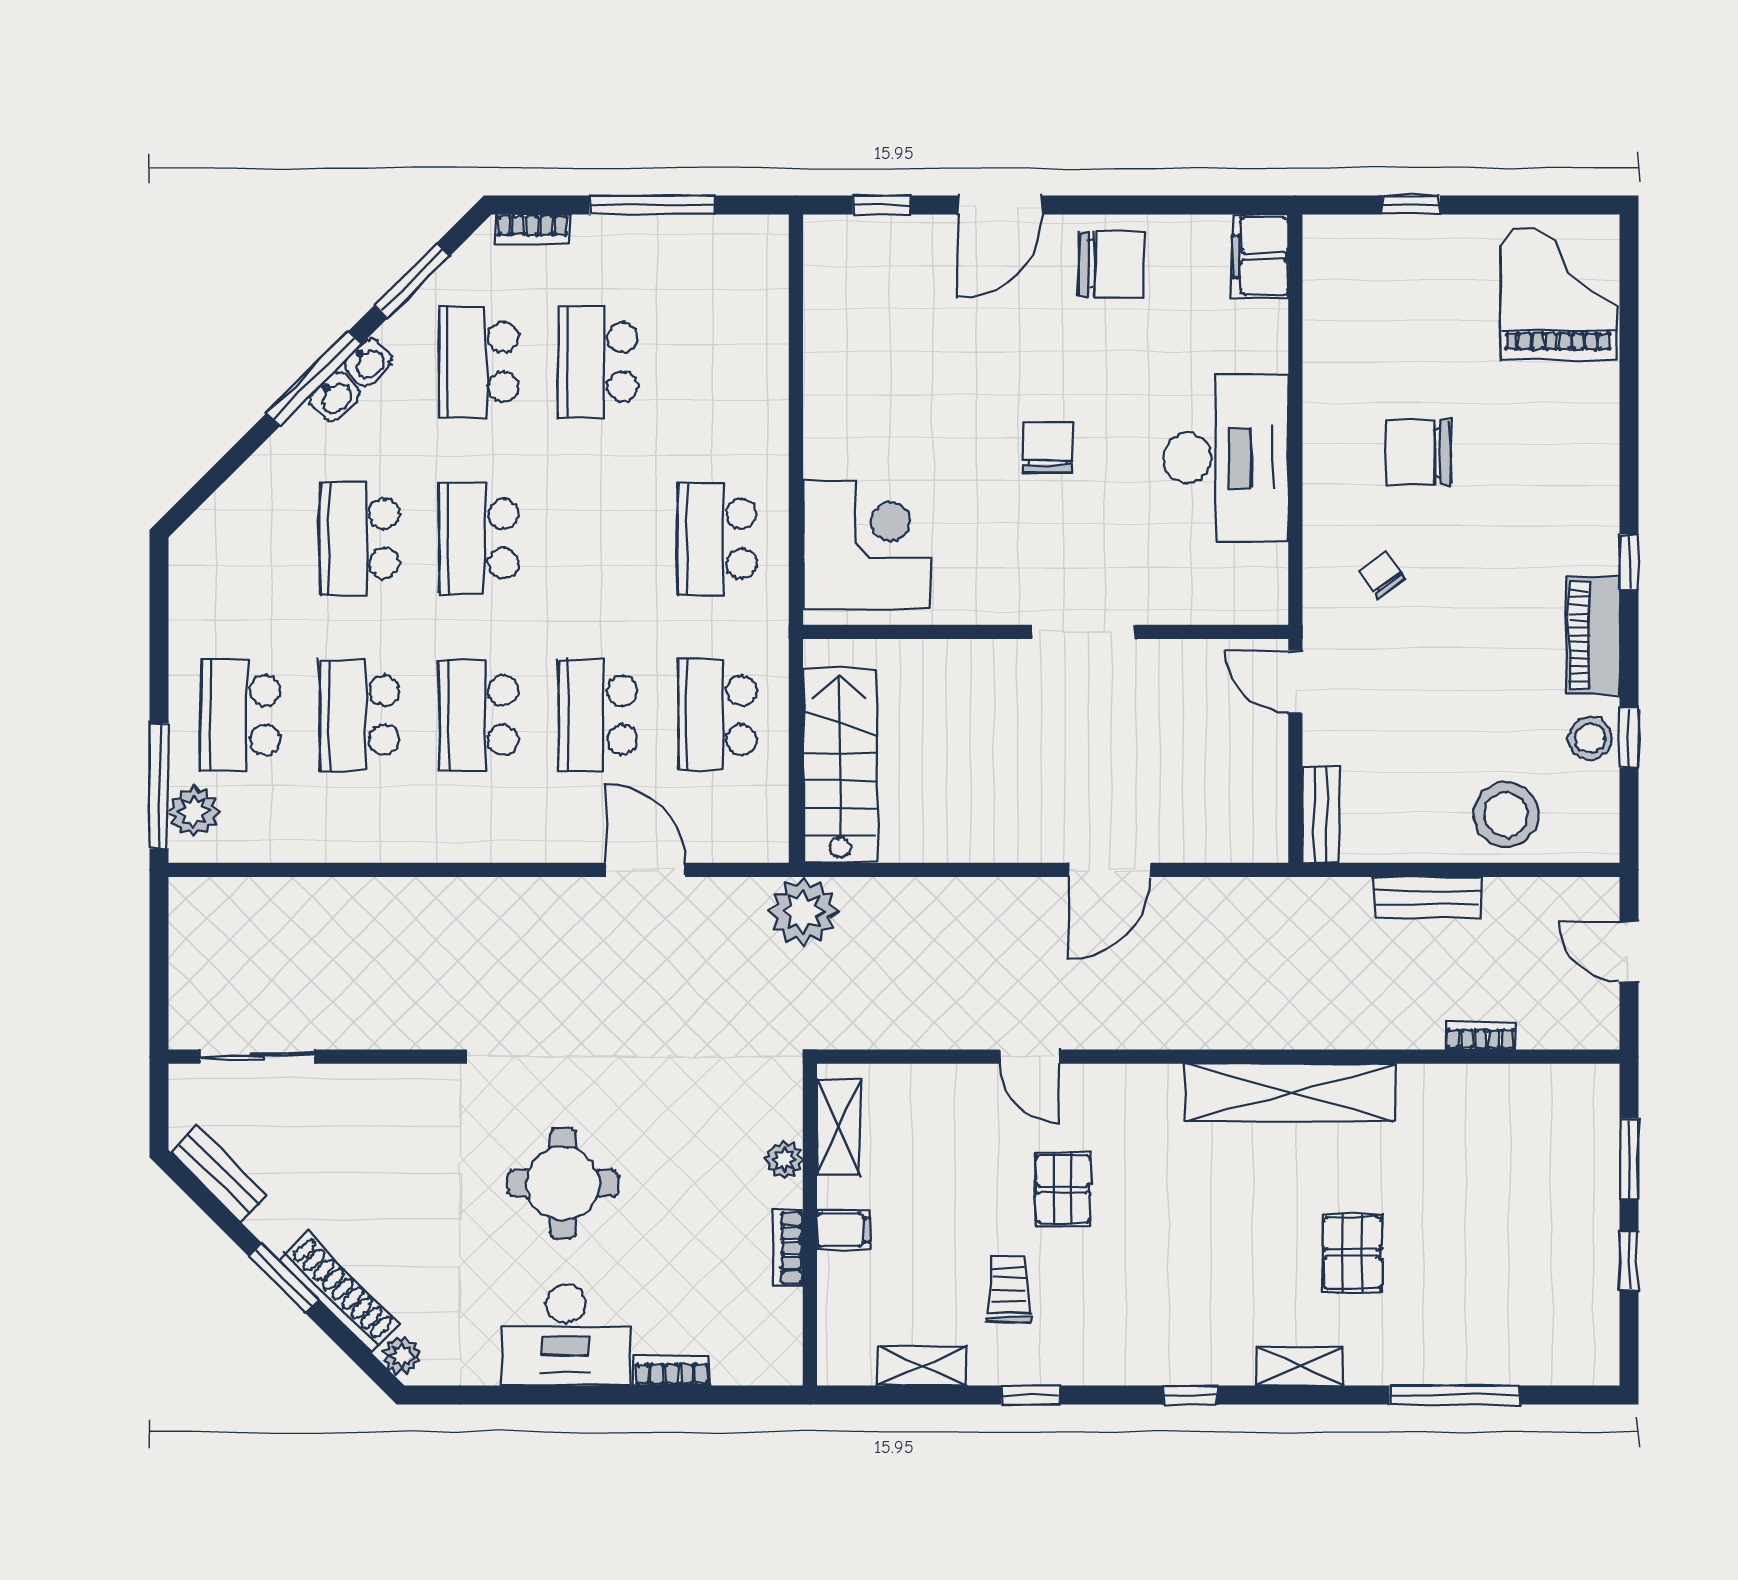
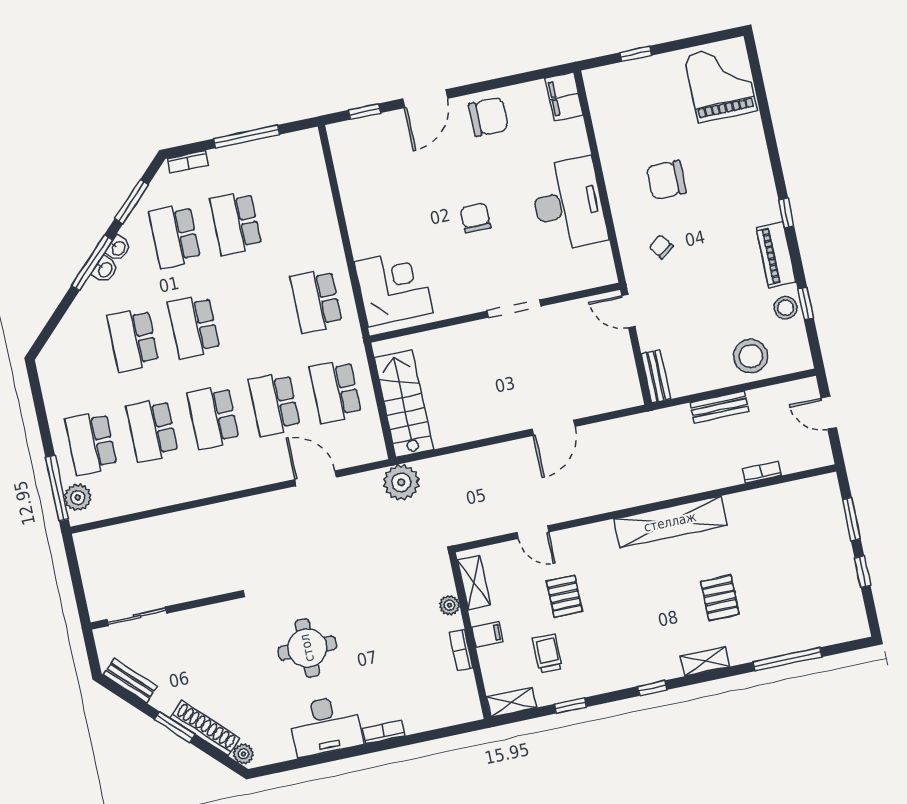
shelving: (839, 1128) -> (474, 583), moved
plant: (784, 1160) -> (449, 605), moved
wall: (810, 1225) -> (470, 636), moved
filing cabinet: (844, 1230) -> (487, 635), moved
bookcase: (788, 1248) -> (461, 650), moved

